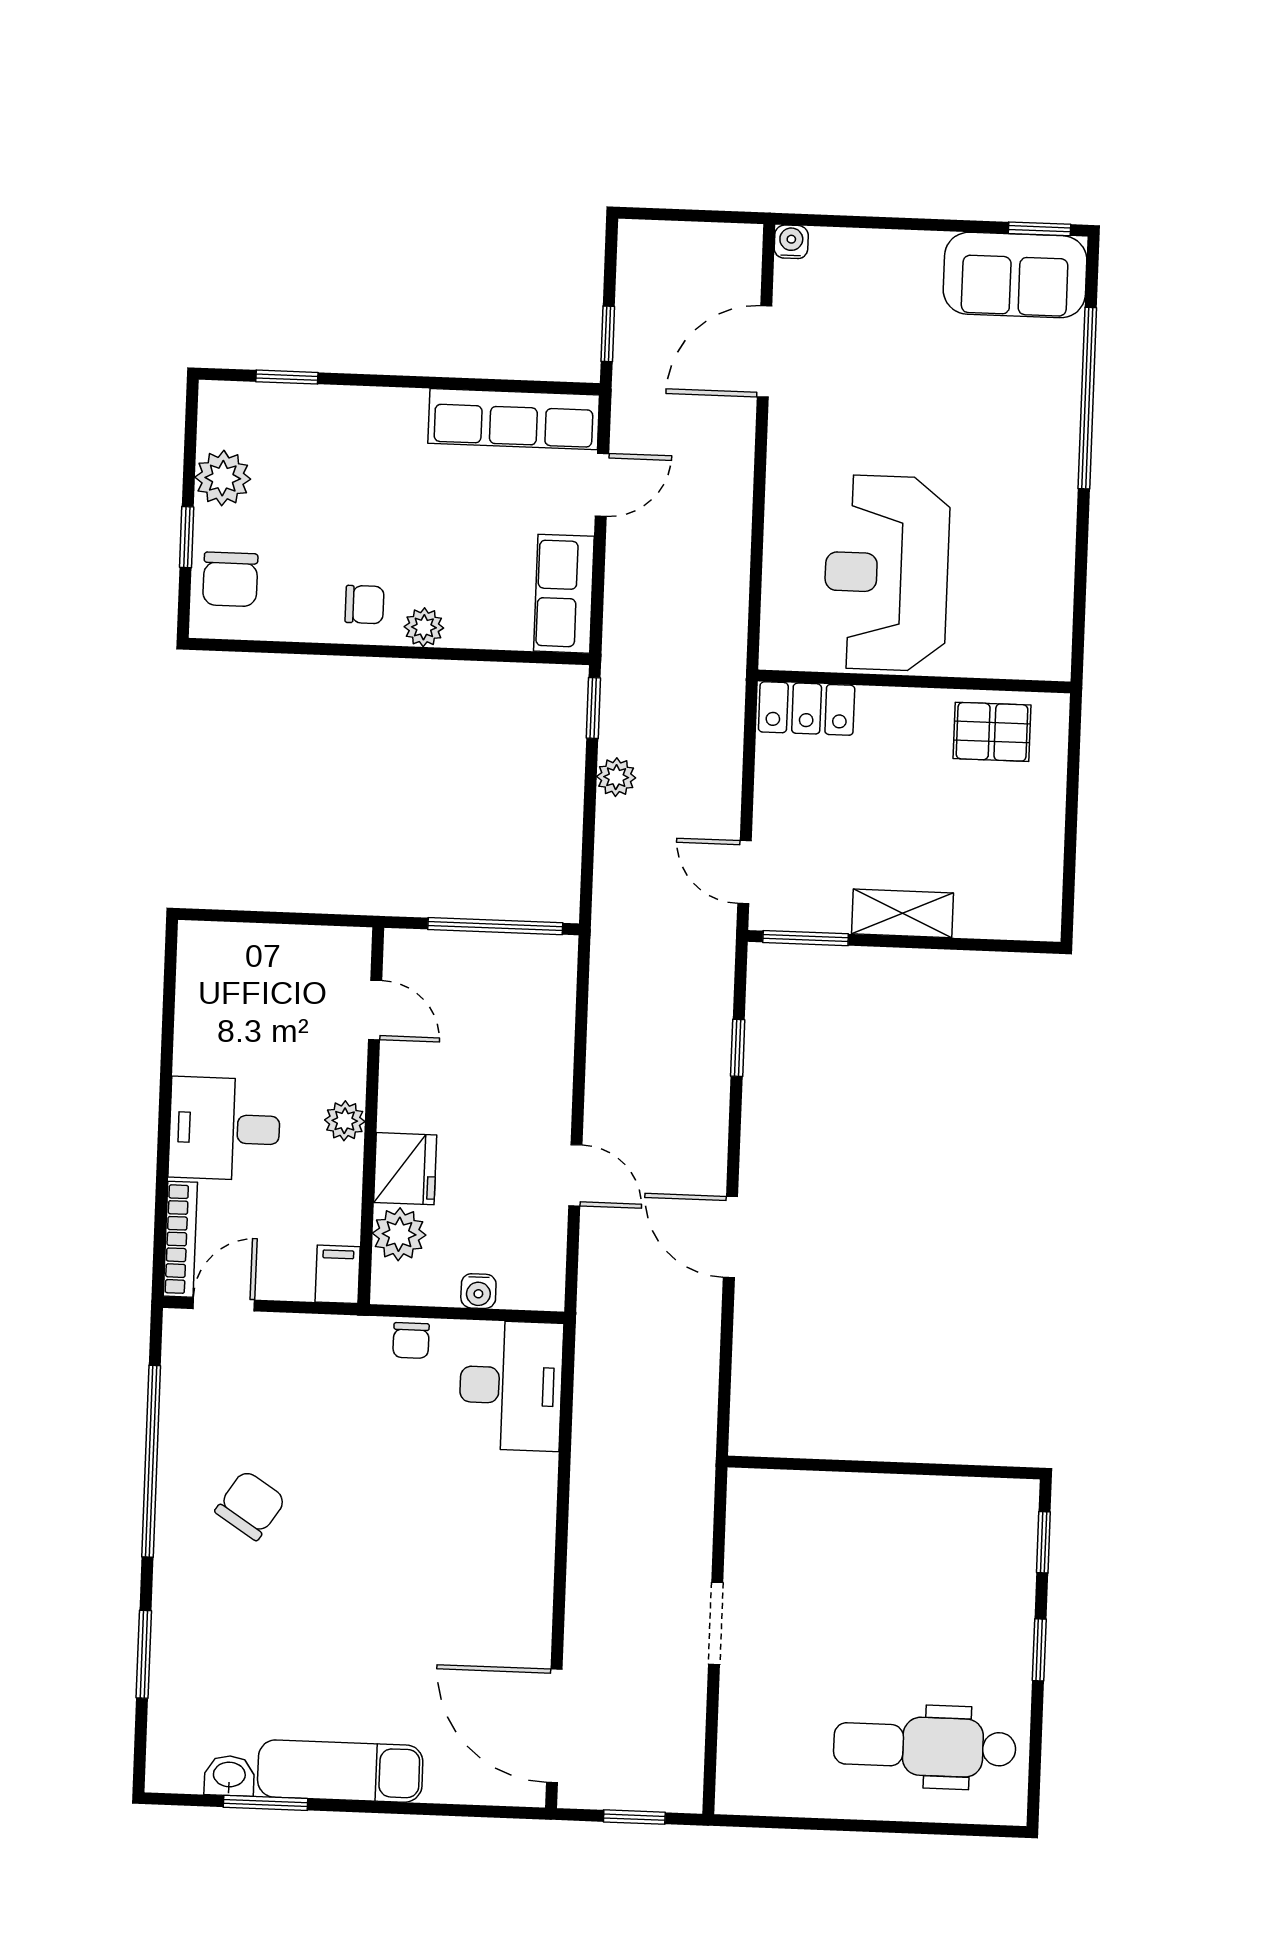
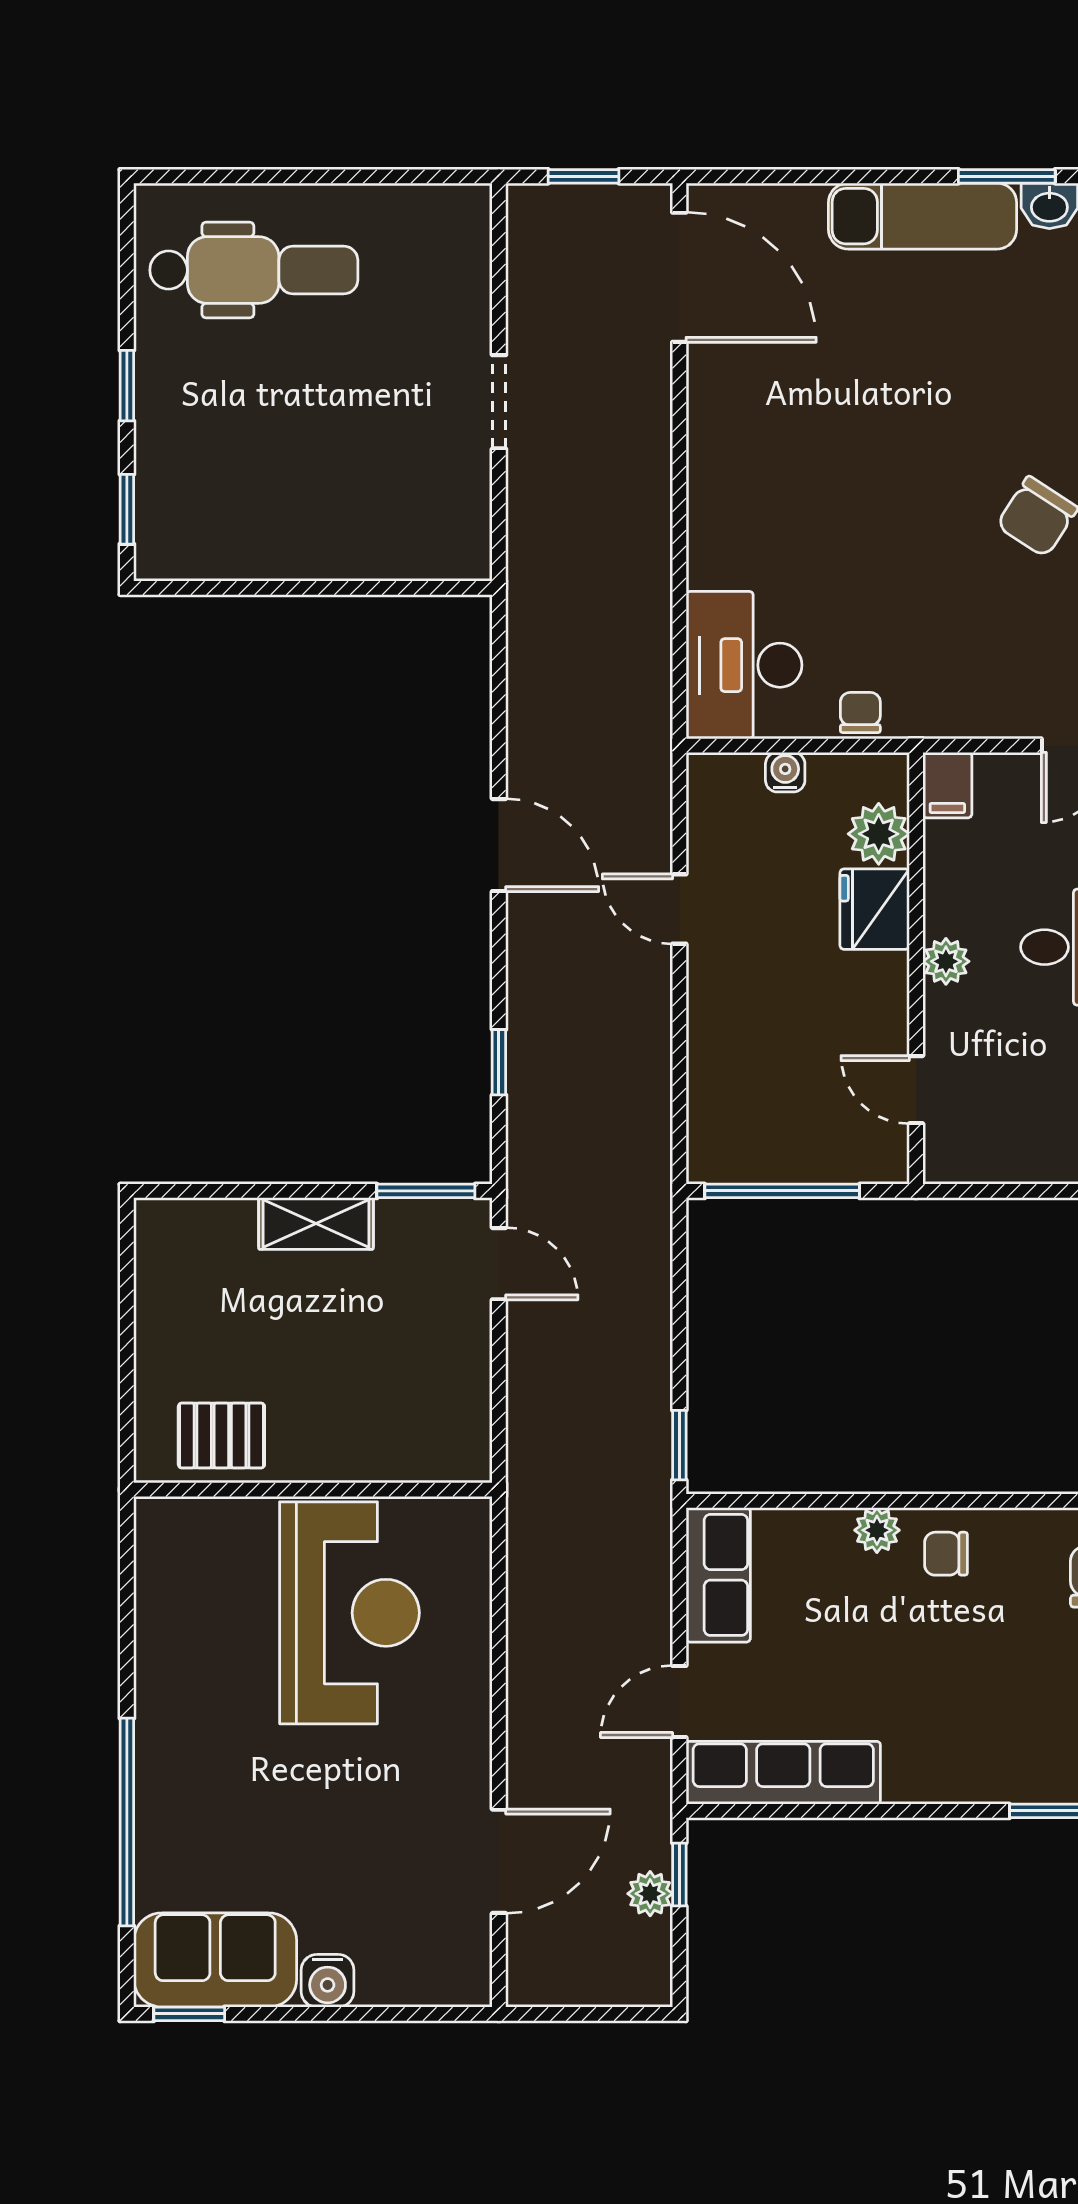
water cooler: (791, 242) -> (328, 1981), moved, width x1.38, depth x1.38
locker: (807, 709) -> (435, 1454), removed
plant: (616, 777) -> (650, 1894), moved

